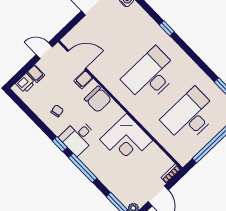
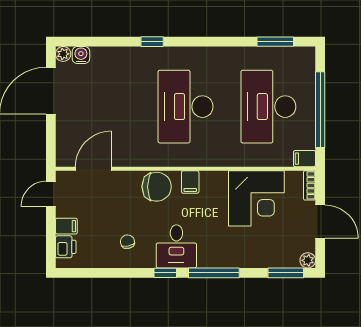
filing cabinet: (83, 80) -> (190, 182), moved
corner desk: (126, 140) -> (256, 198), moved
filing cabinet: (182, 158) -> (305, 159), added

